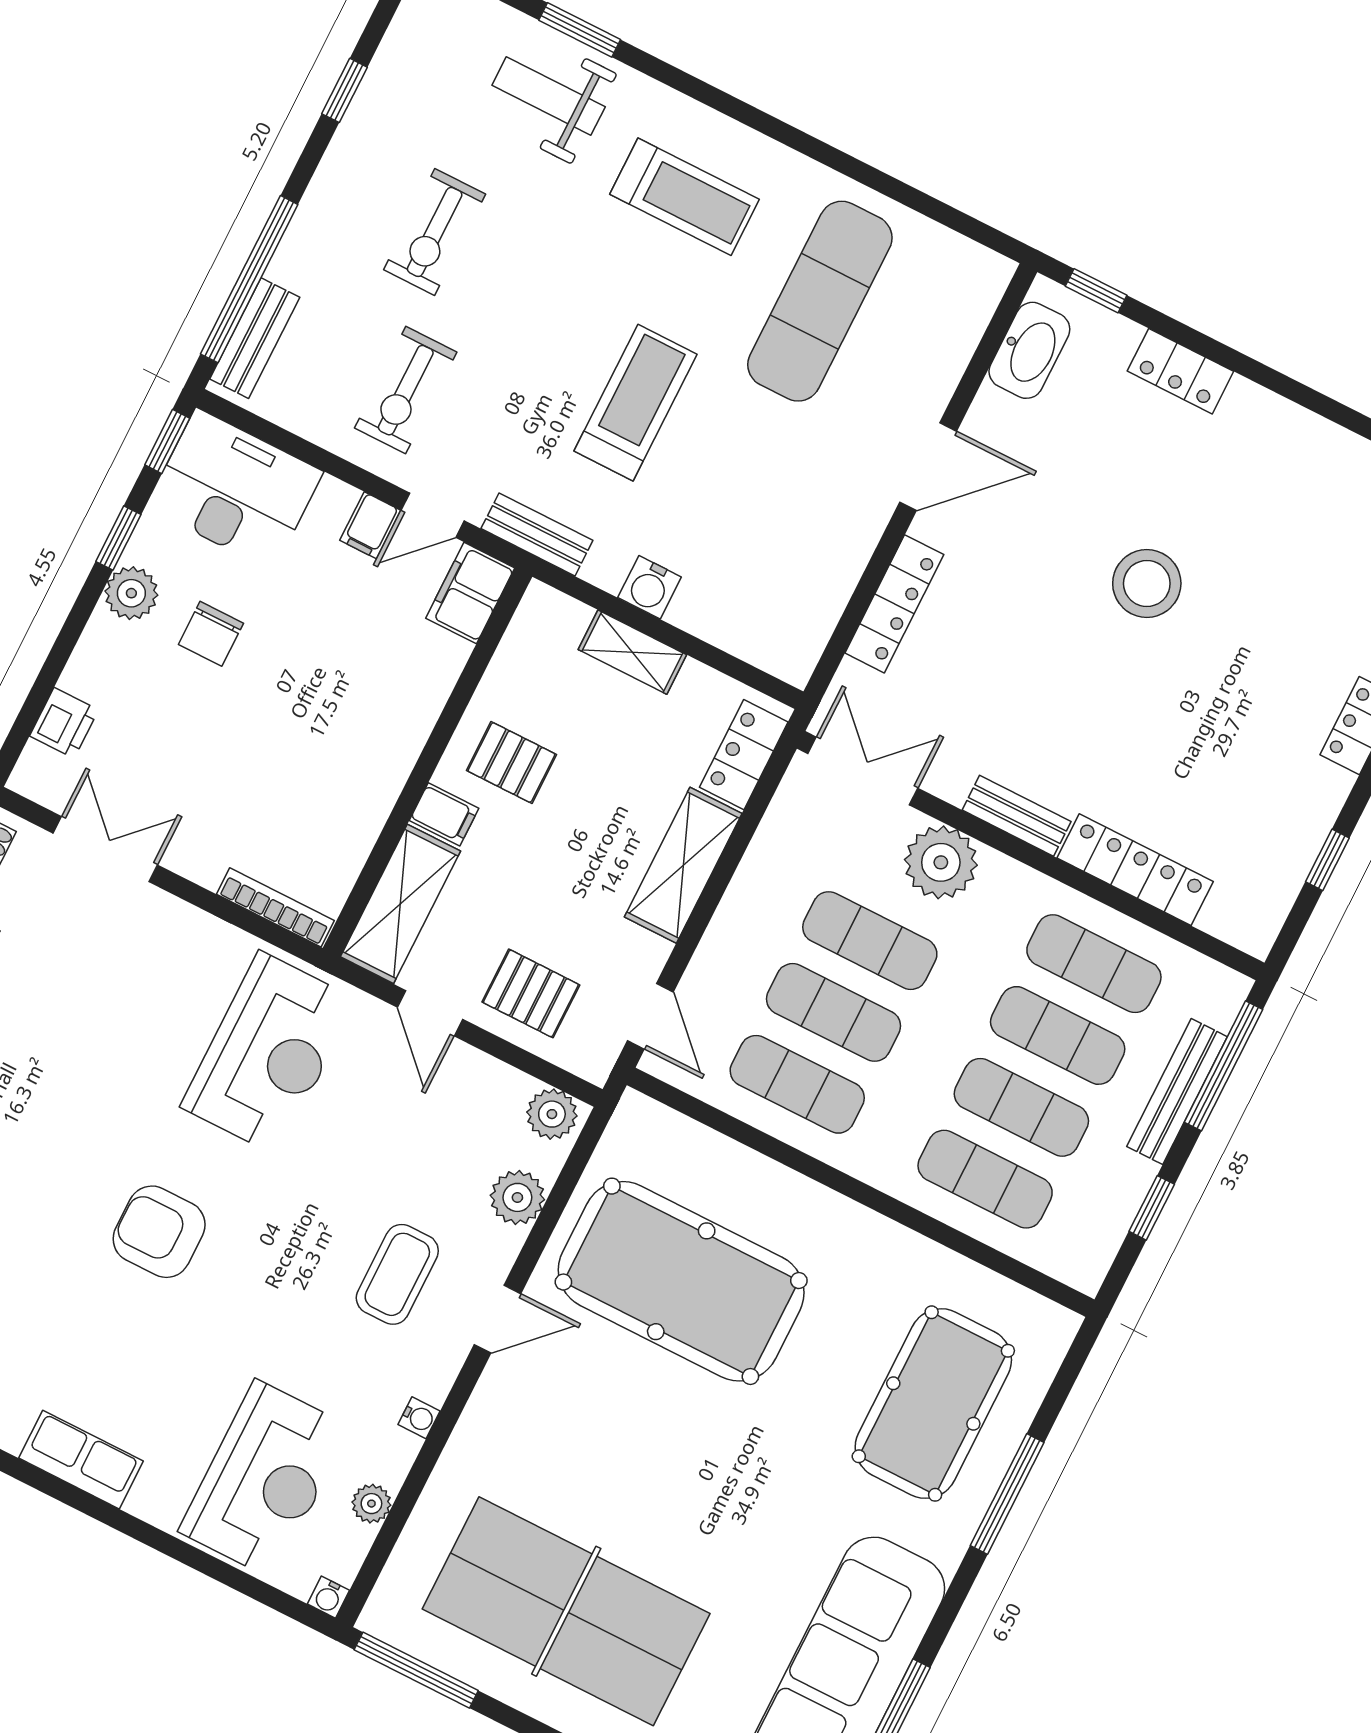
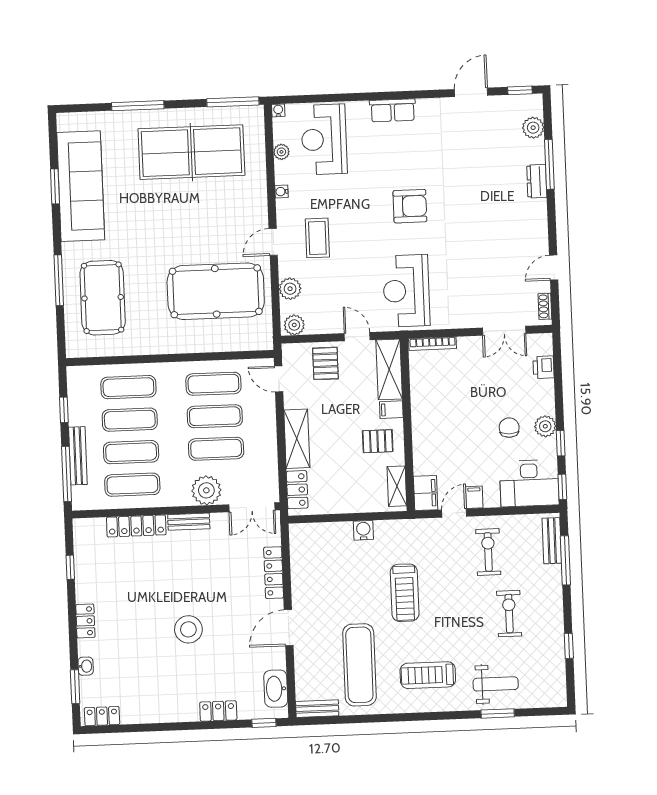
window: (249, 279) -> (565, 560), width x0.68
bench: (537, 534) -> (317, 709), moved
shelving: (632, 652) -> (397, 486), moved, turned 90
pallet: (531, 993) -> (325, 363), turned 90

